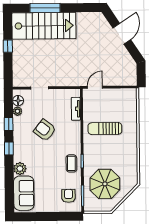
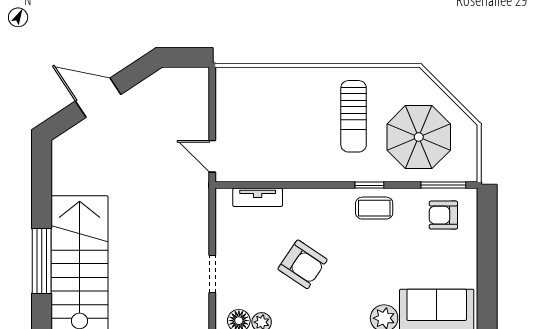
sun lounger: (105, 129) -> (354, 116), moved
armchair: (45, 130) -> (303, 264), turned -94

